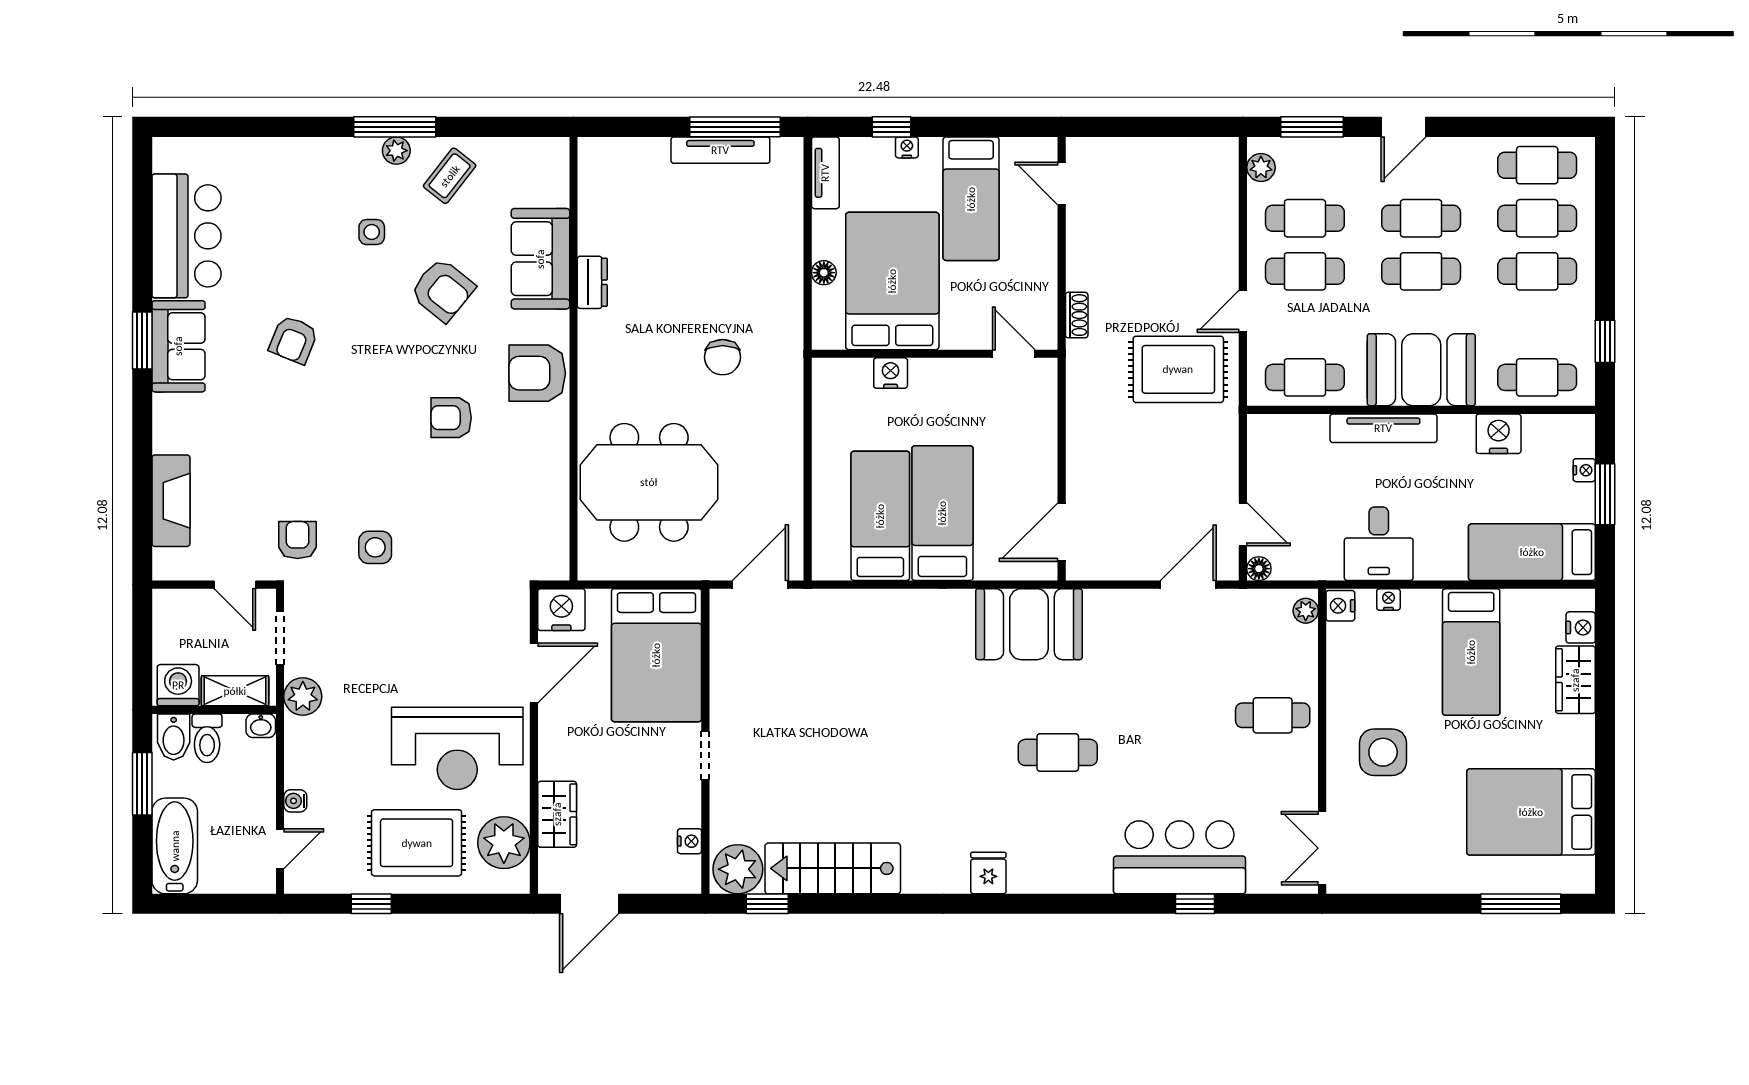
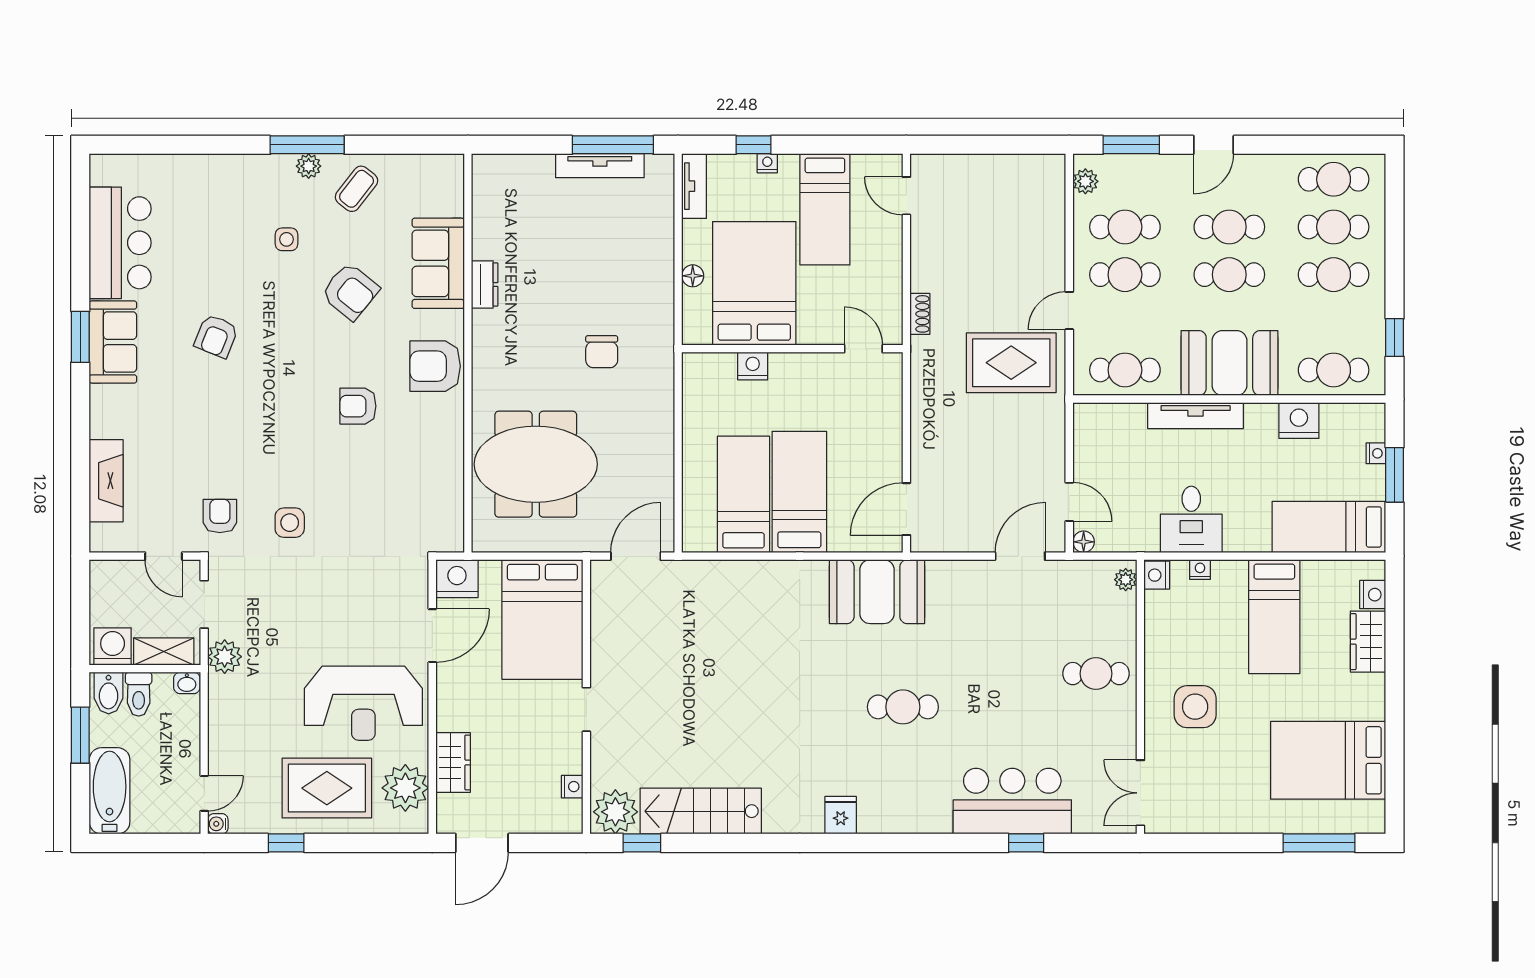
water cooler: (295, 801) -> (218, 824), moved

